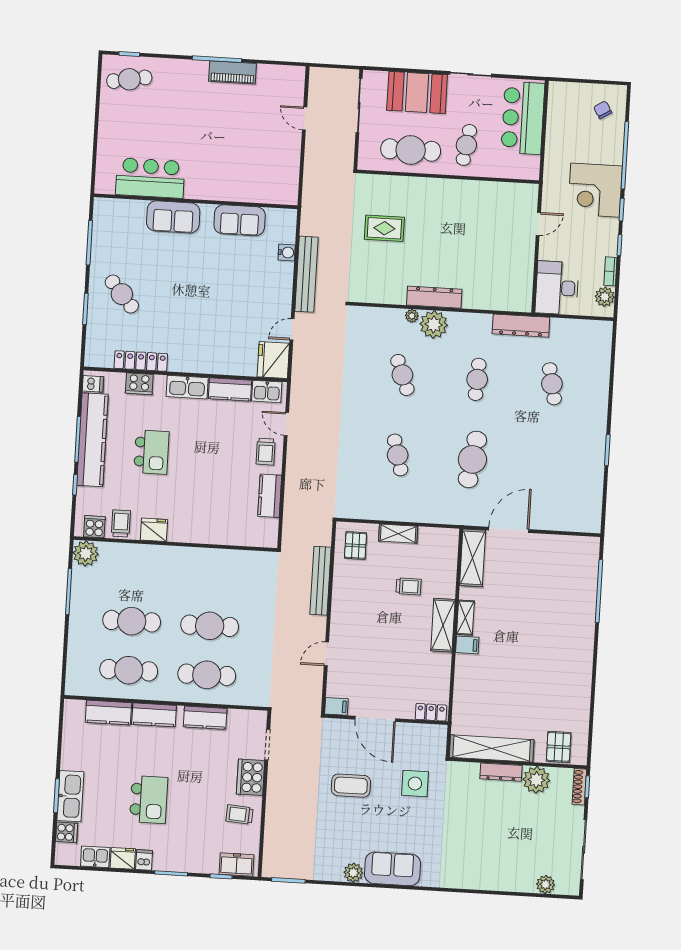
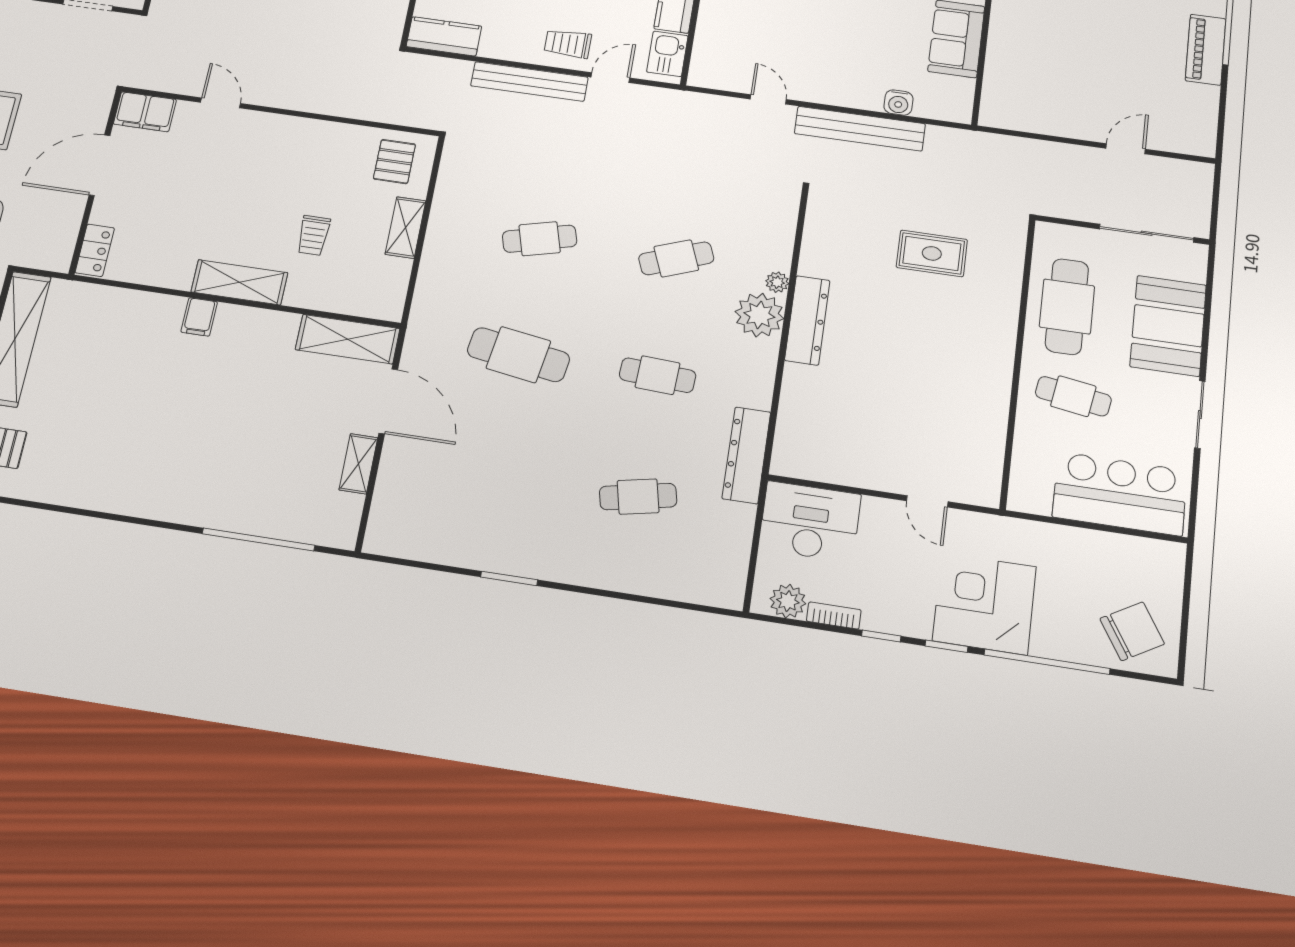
chair: (603, 110) -> (1132, 631), width x1.87, depth x1.87
rug: (384, 228) -> (932, 253), turned 90
fridge: (273, 360) -> (719, 68), removed
kitchen counter: (270, 496) -> (444, 36), moved
pallet: (356, 545) -> (394, 162), turned 90
bench: (321, 581) -> (529, 82), moved
shelving: (465, 618) -> (358, 464), moved, turned 90
filing cabinet: (336, 706) -> (145, 112), width x2.00

